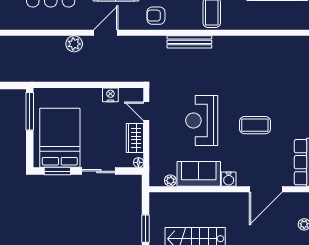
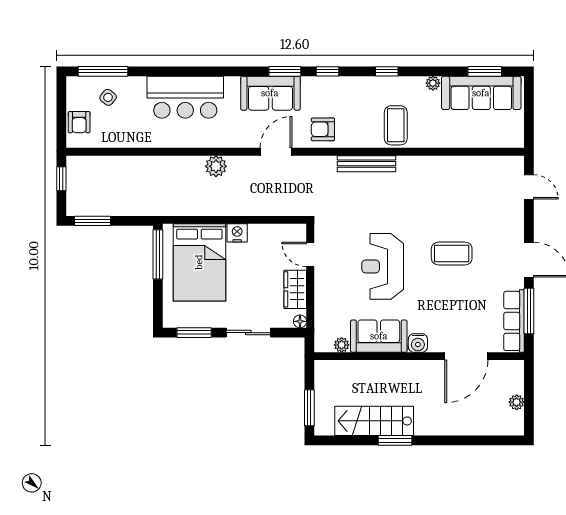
door: (106, 33) -> (276, 152), moved
nightstand: (110, 95) -> (237, 233), moved
coffee table: (255, 125) -> (452, 253), moved
bed: (60, 138) -> (199, 262), moved, turned 180

